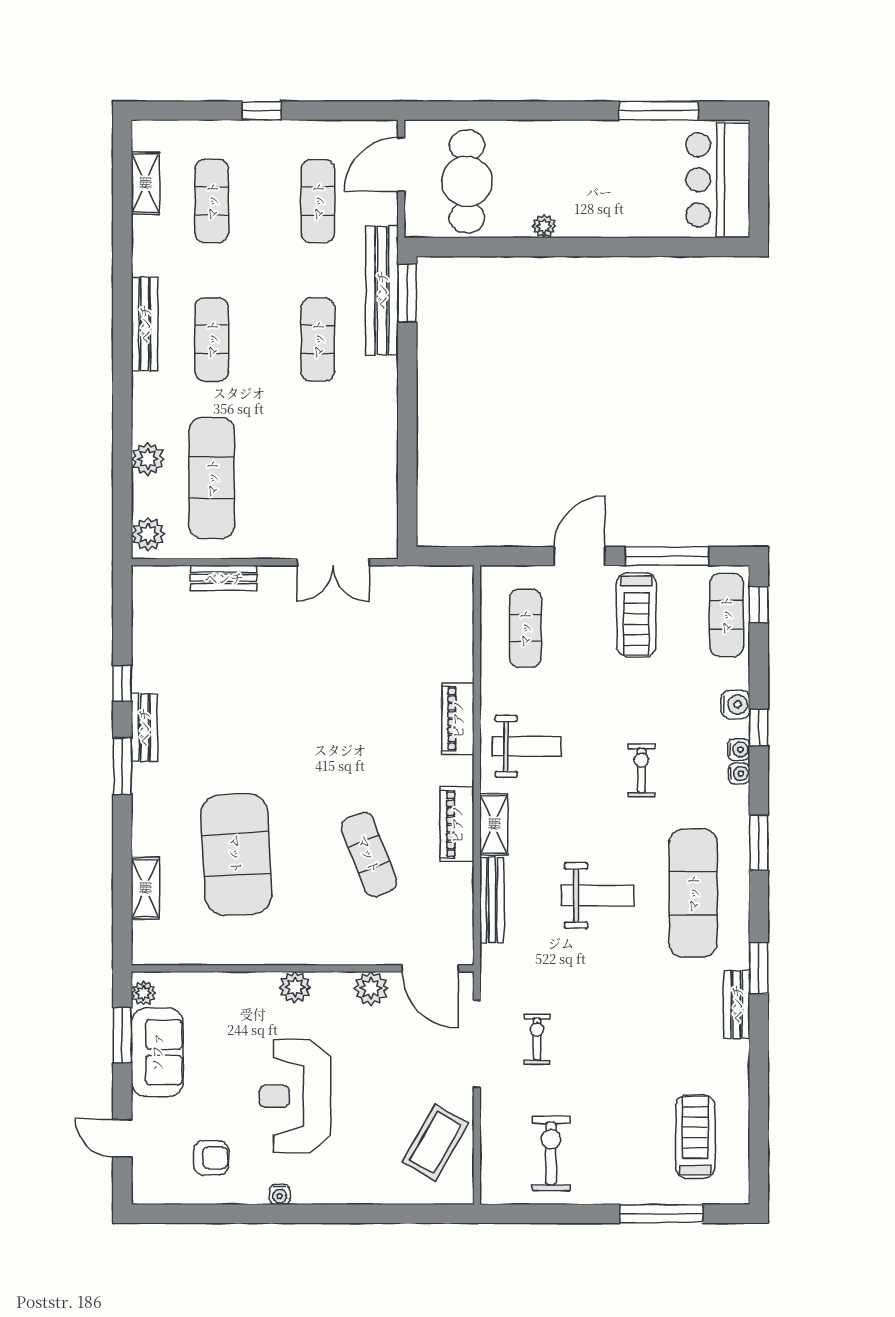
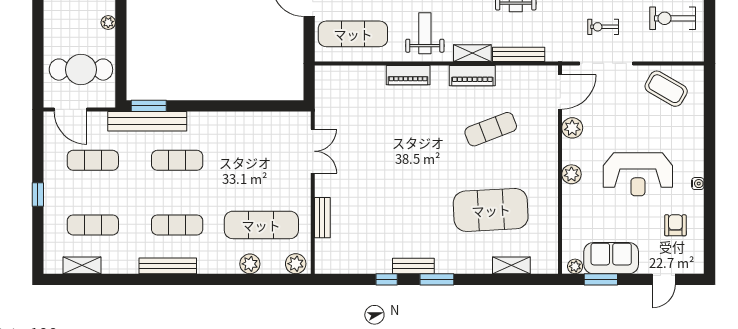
exercise mat: (525, 628) -> (353, 34), width x1.36, depth x1.45

